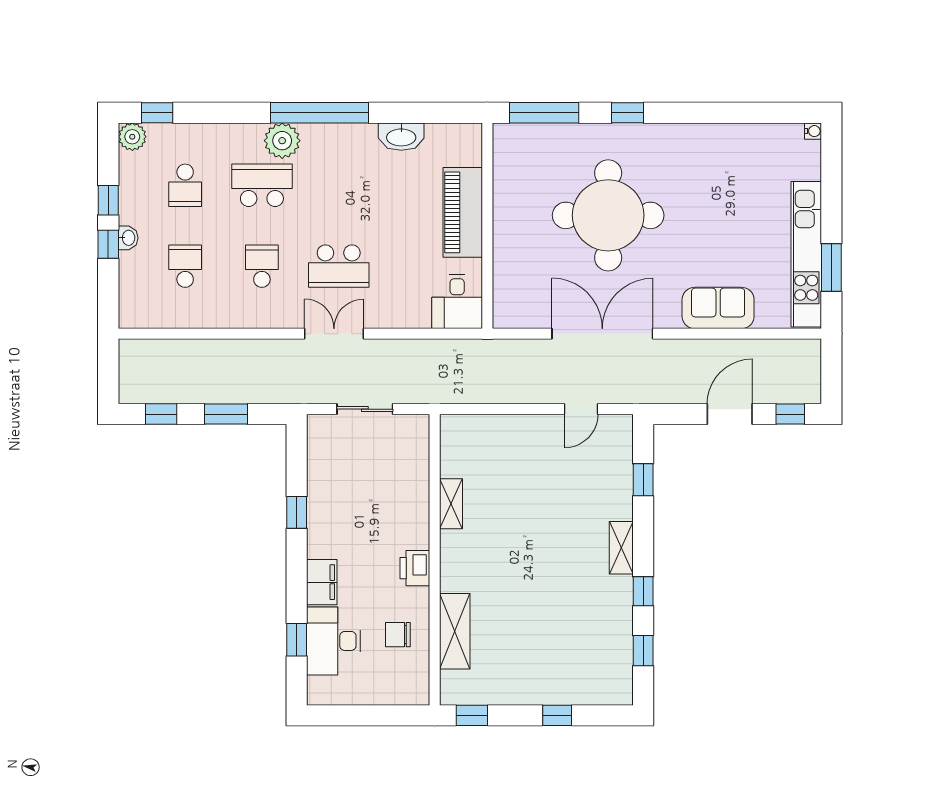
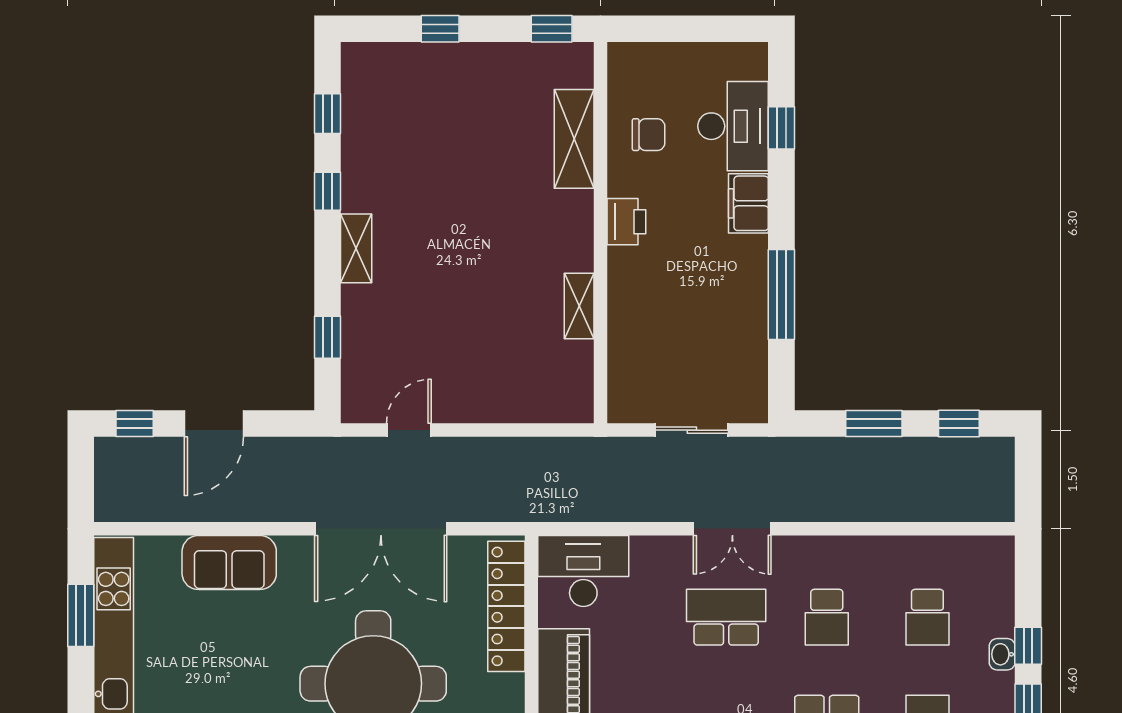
locker: (506, 274) -> (506, 606), added
desk: (457, 301) -> (583, 571), width x1.37
window: (297, 512) -> (781, 295), width x2.17

